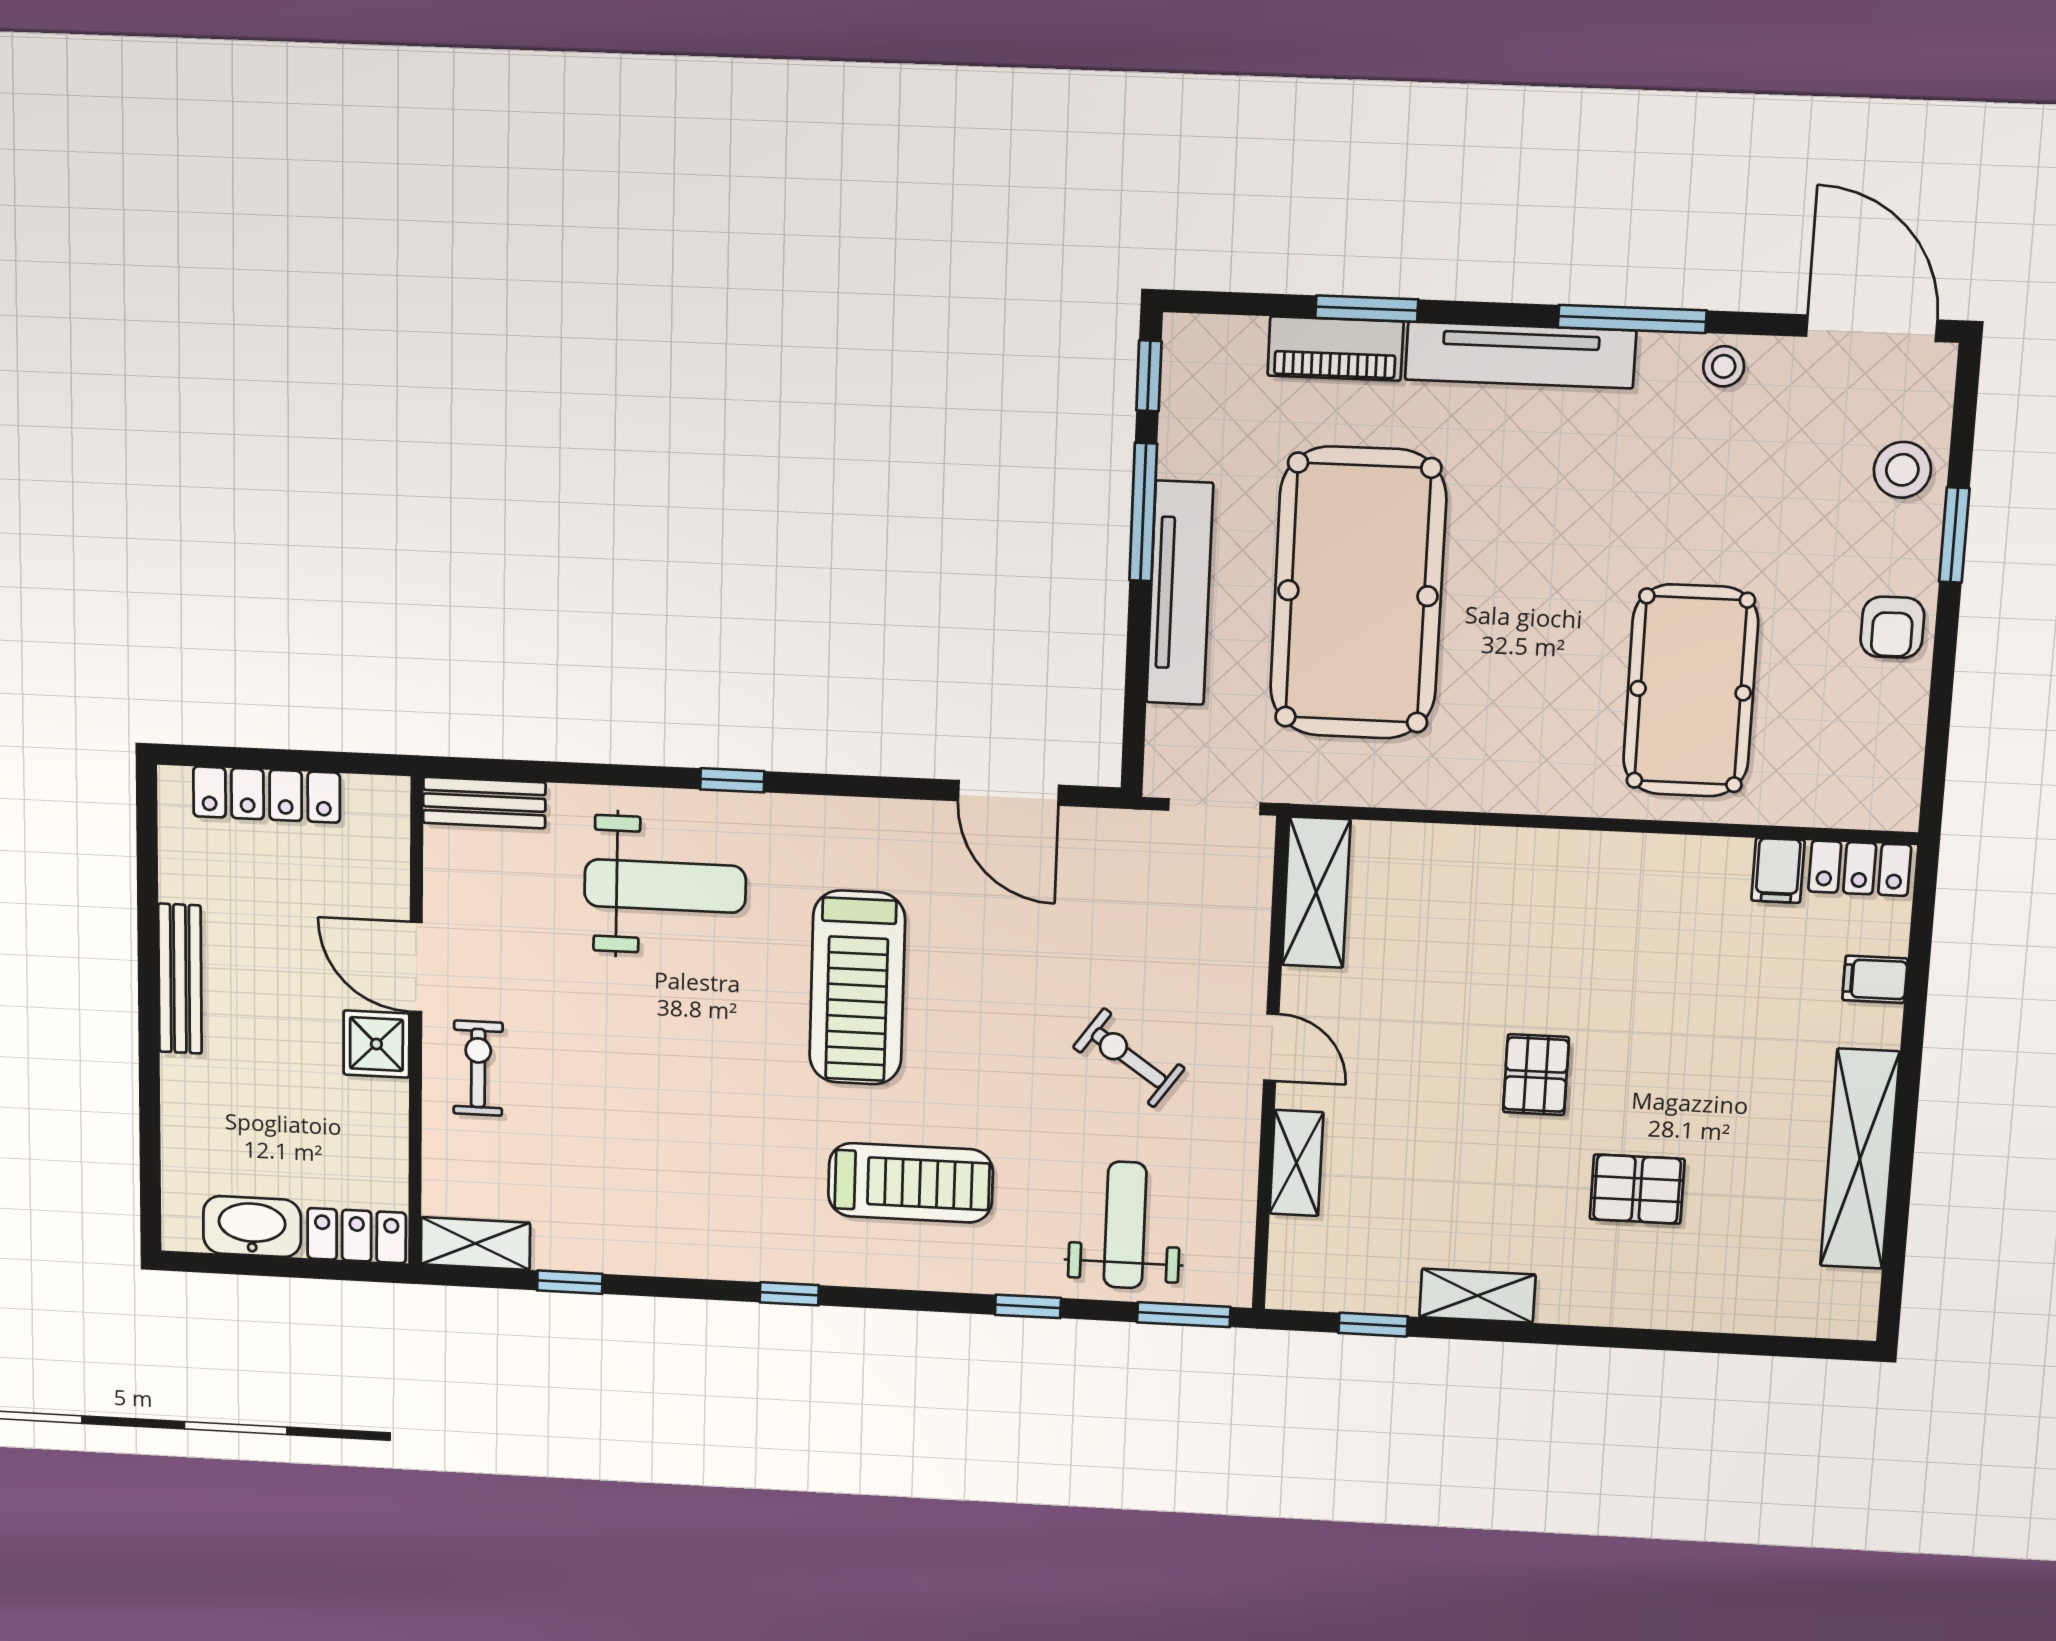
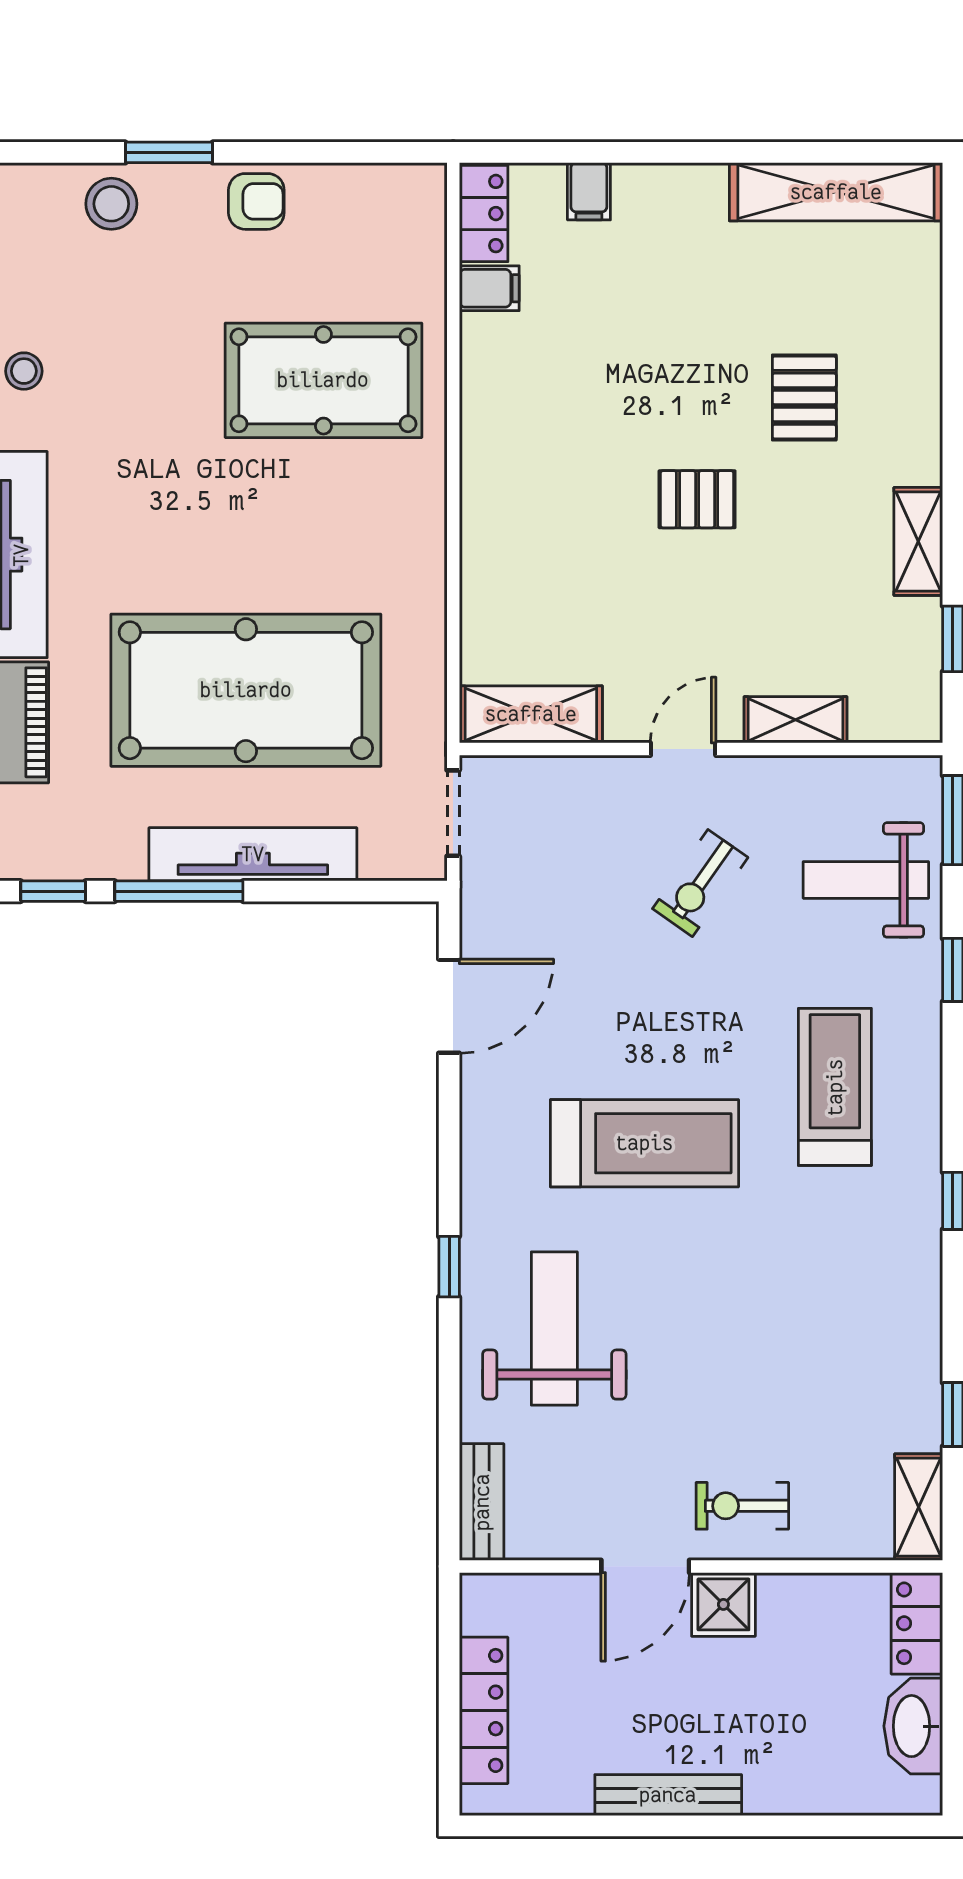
shelving: (1860, 1159) -> (836, 192), moved

